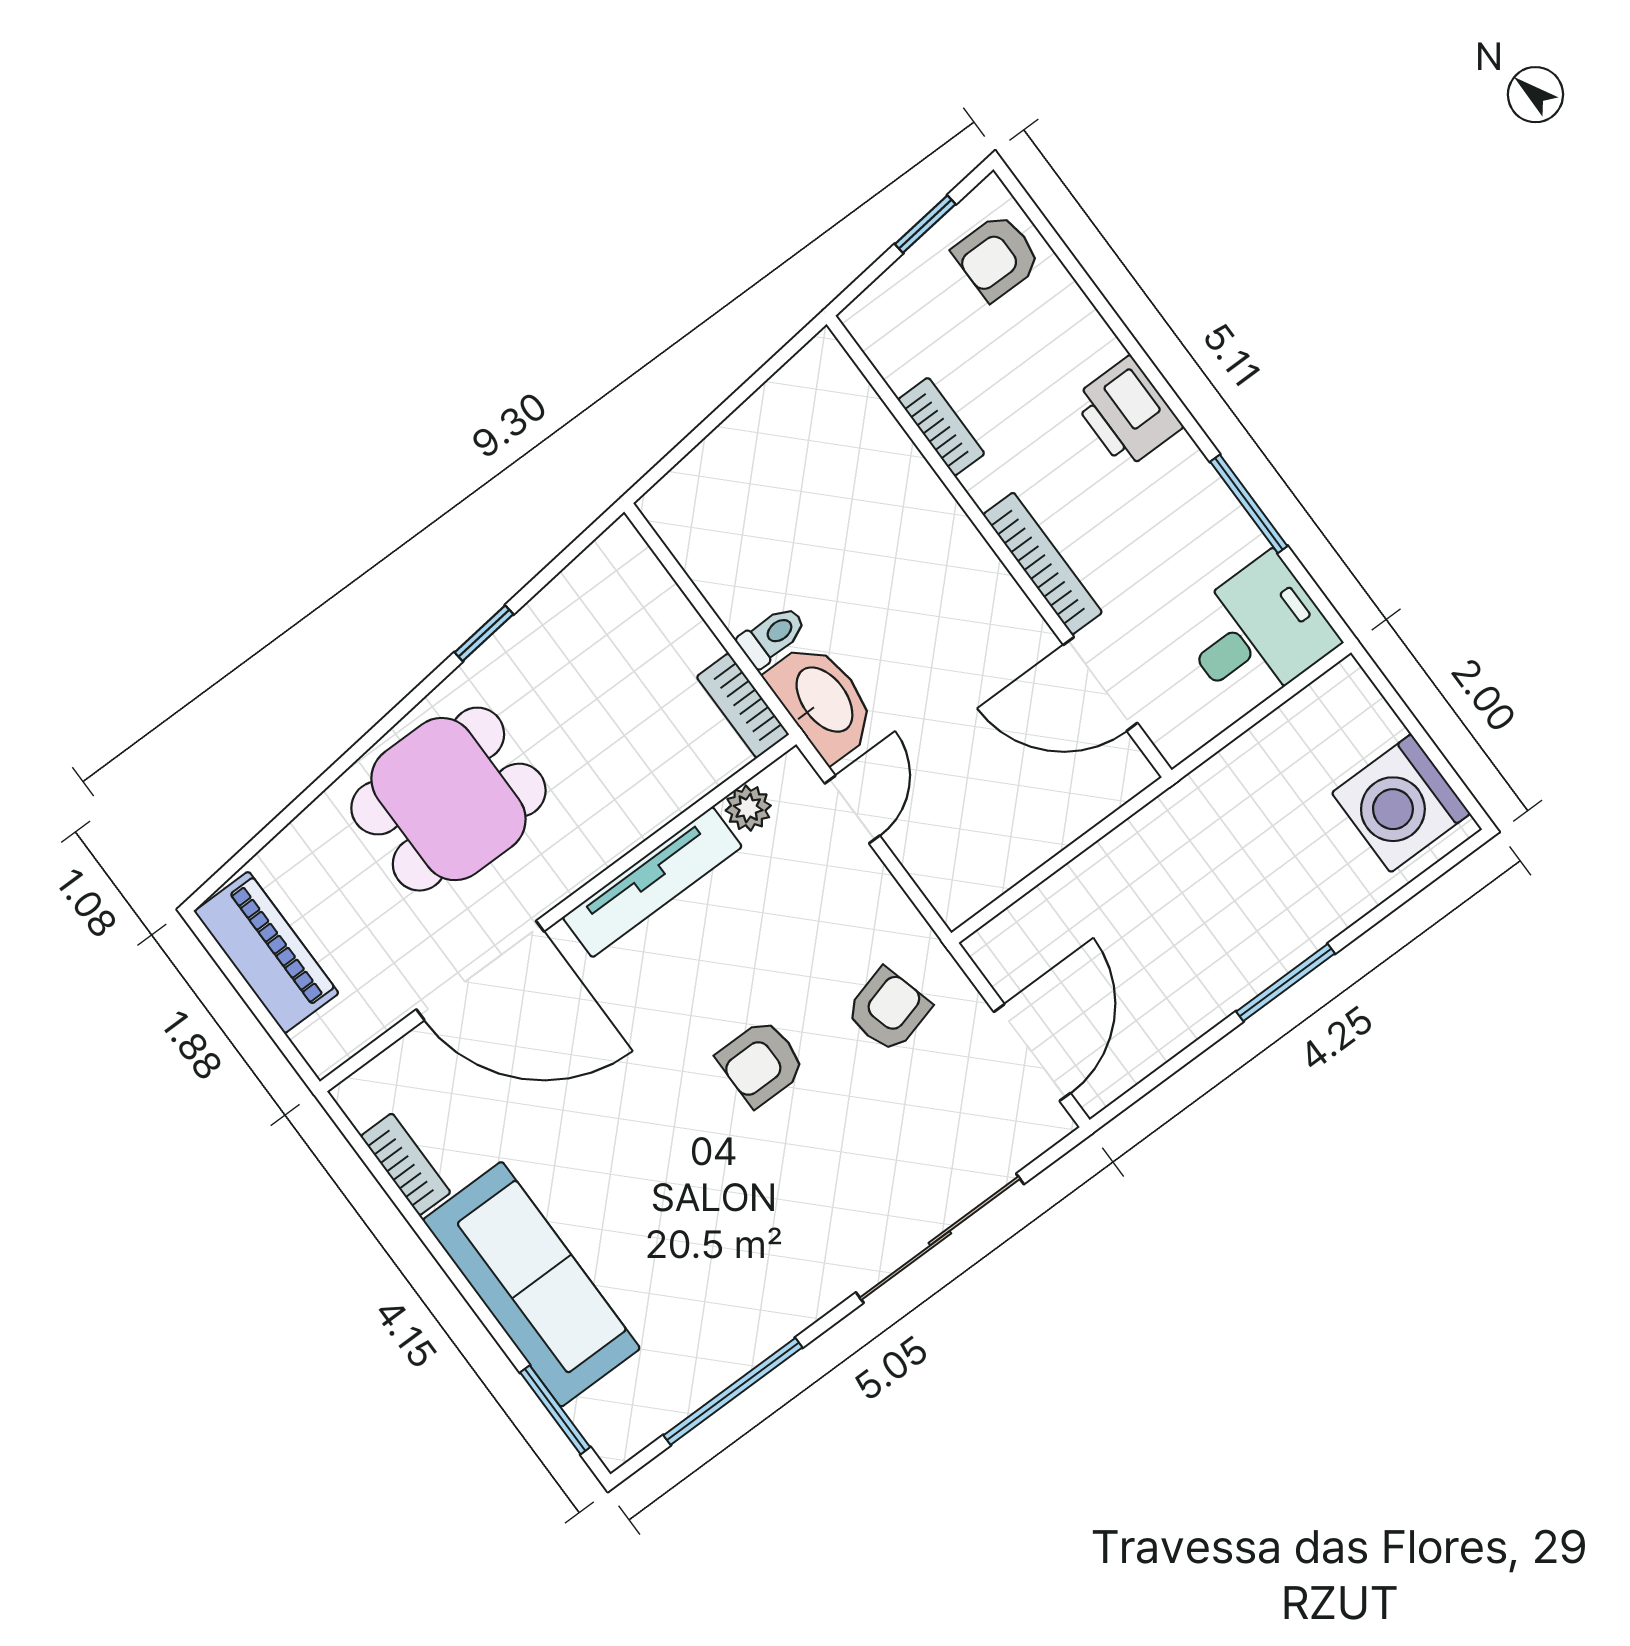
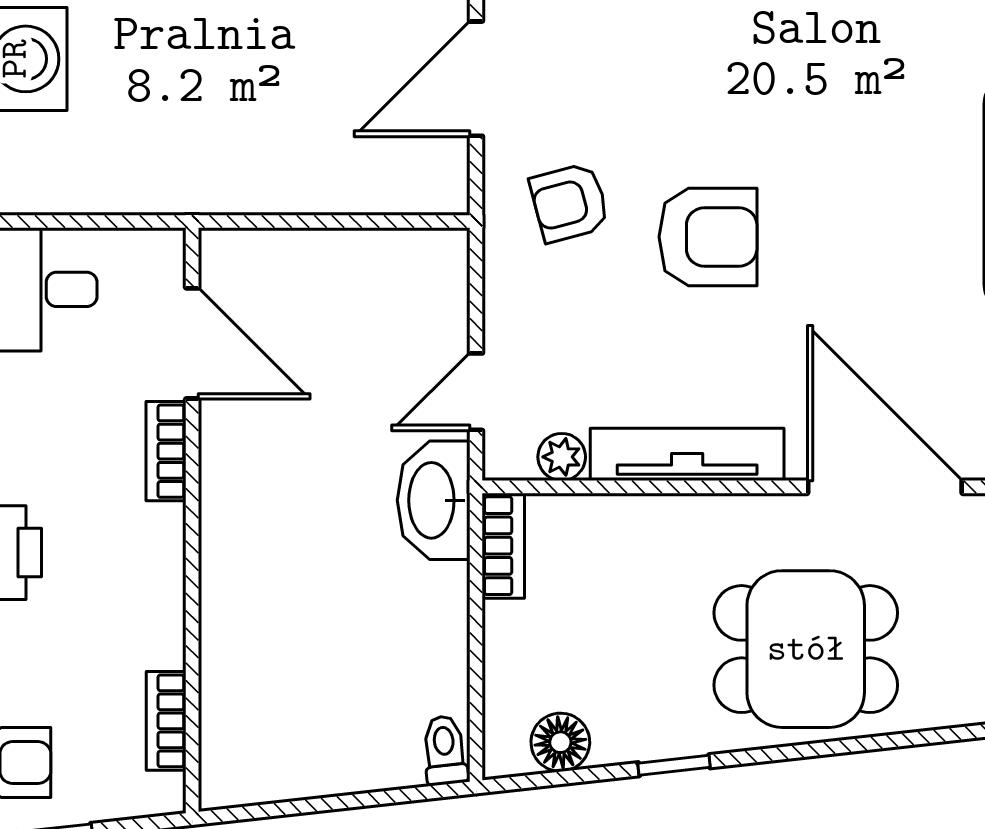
bookcase: (941, 427) -> (166, 721), moved
bookcase: (1043, 564) -> (166, 451), width x0.64
floor lamp: (585, 586) -> (560, 742), added
toilet: (772, 636) -> (445, 750), moved, turned 84
armchair: (761, 1063) -> (708, 237), width x1.38, depth x1.38

